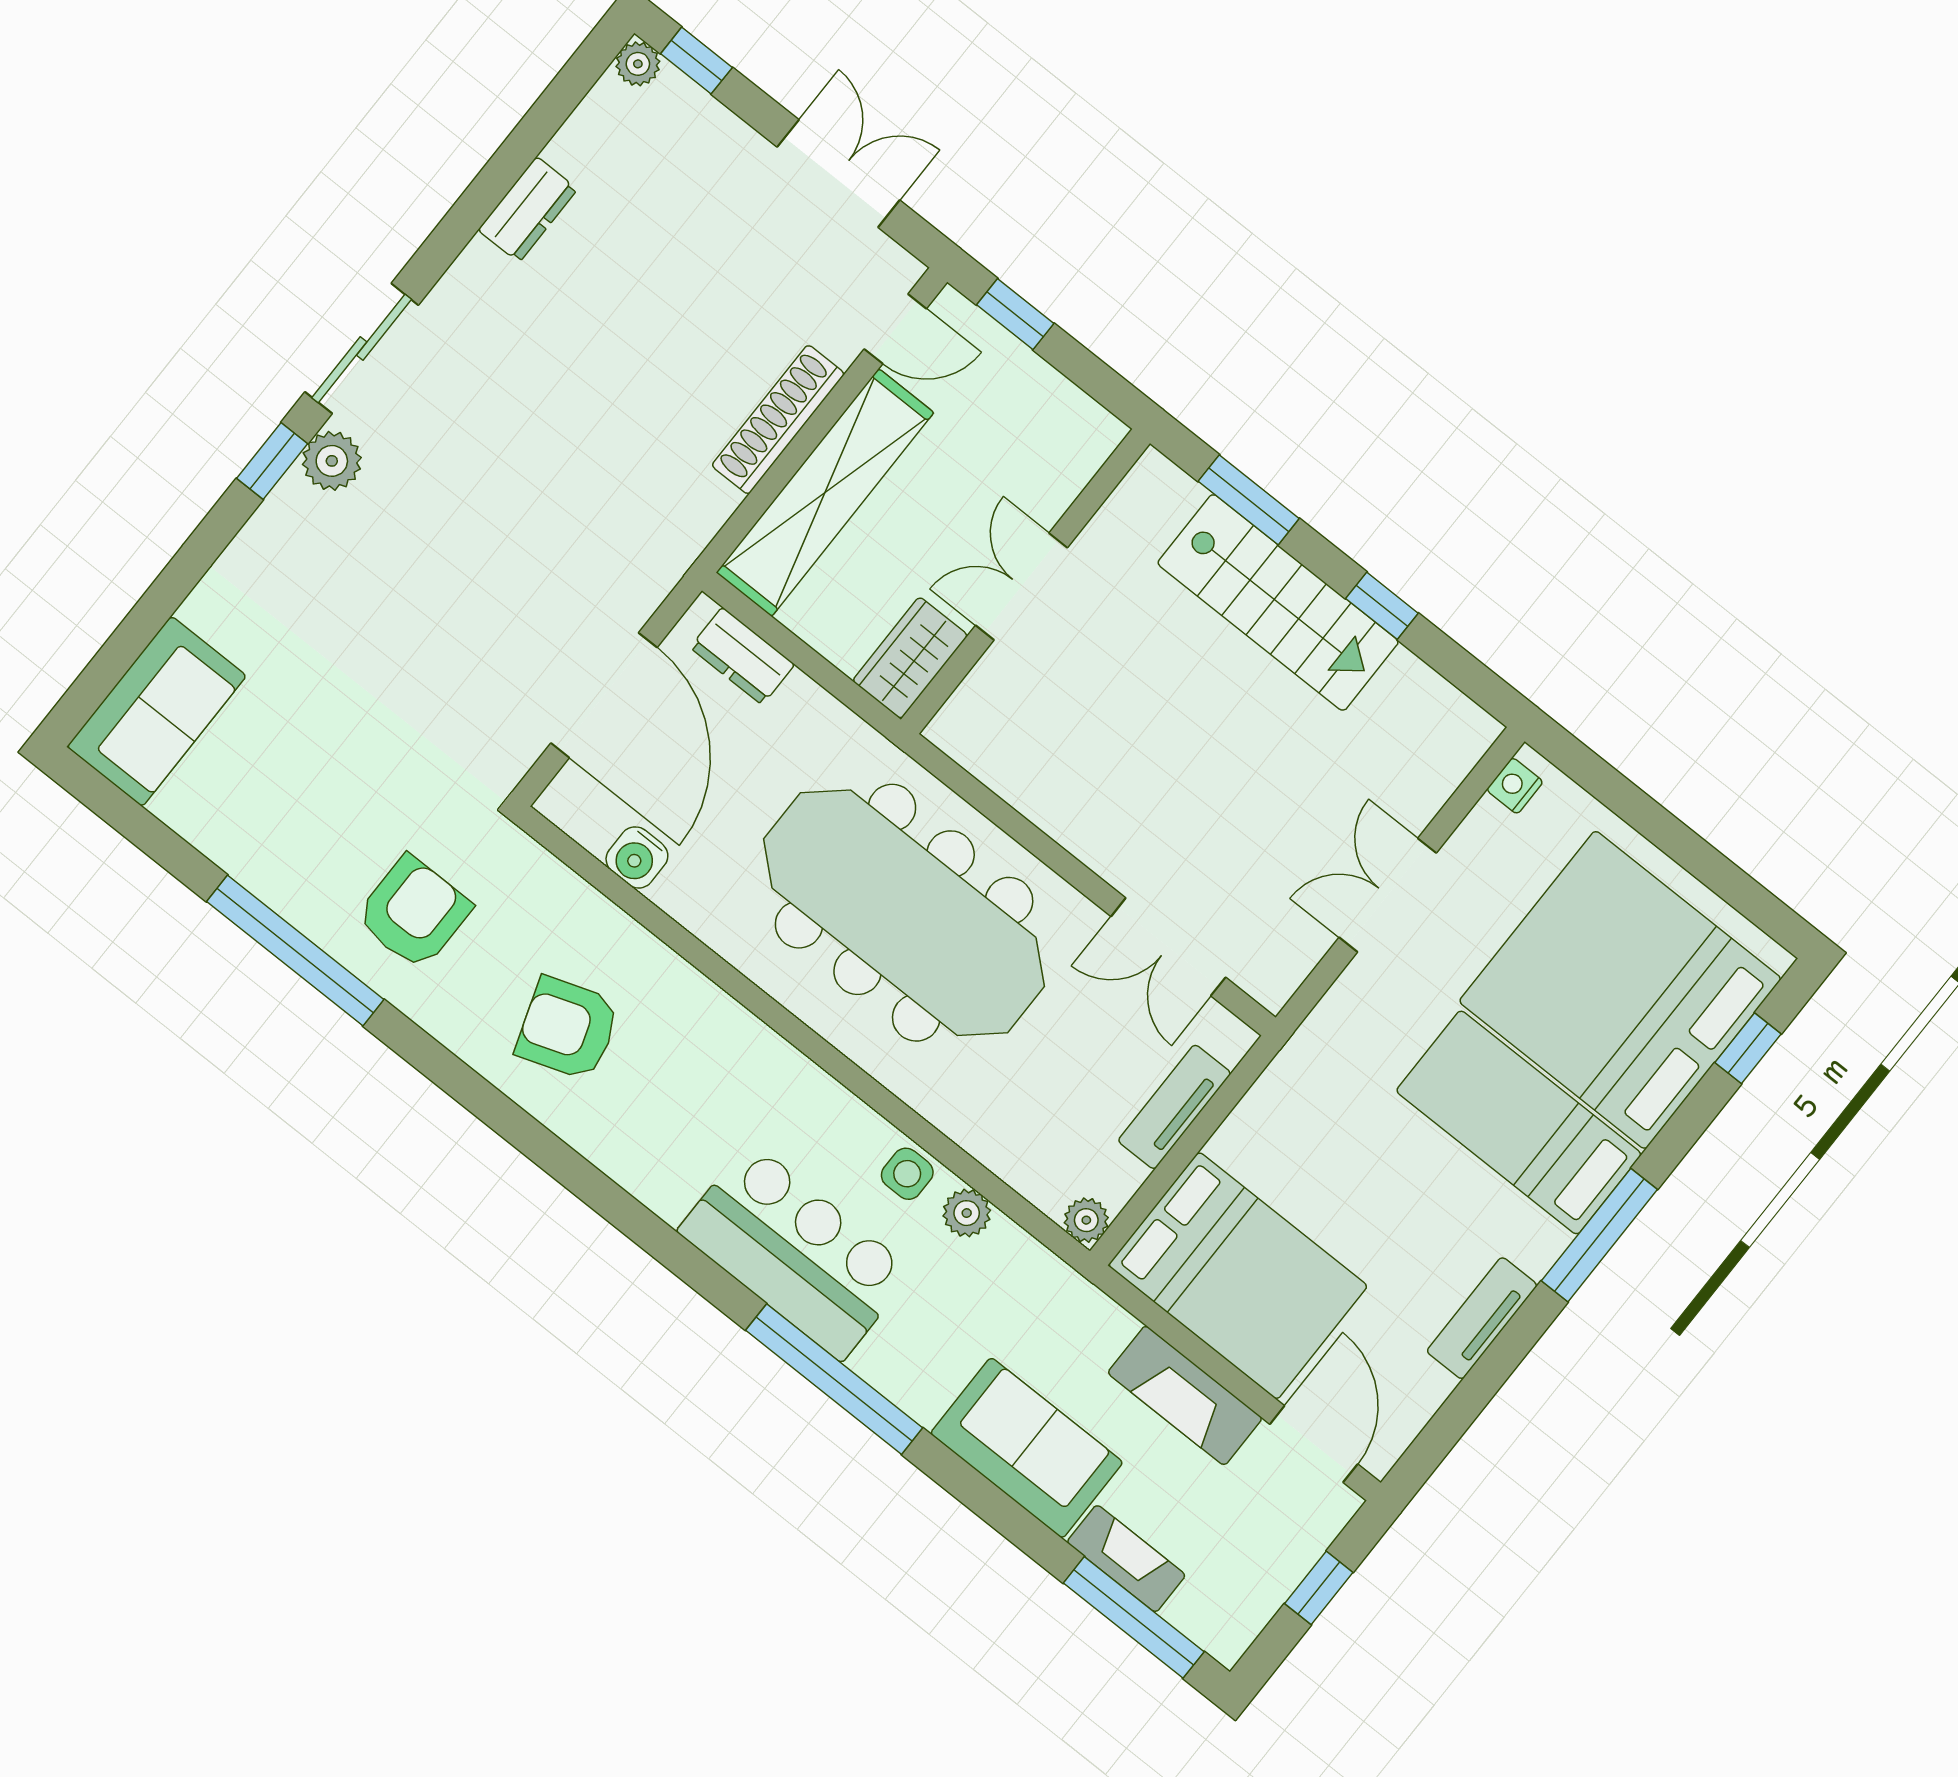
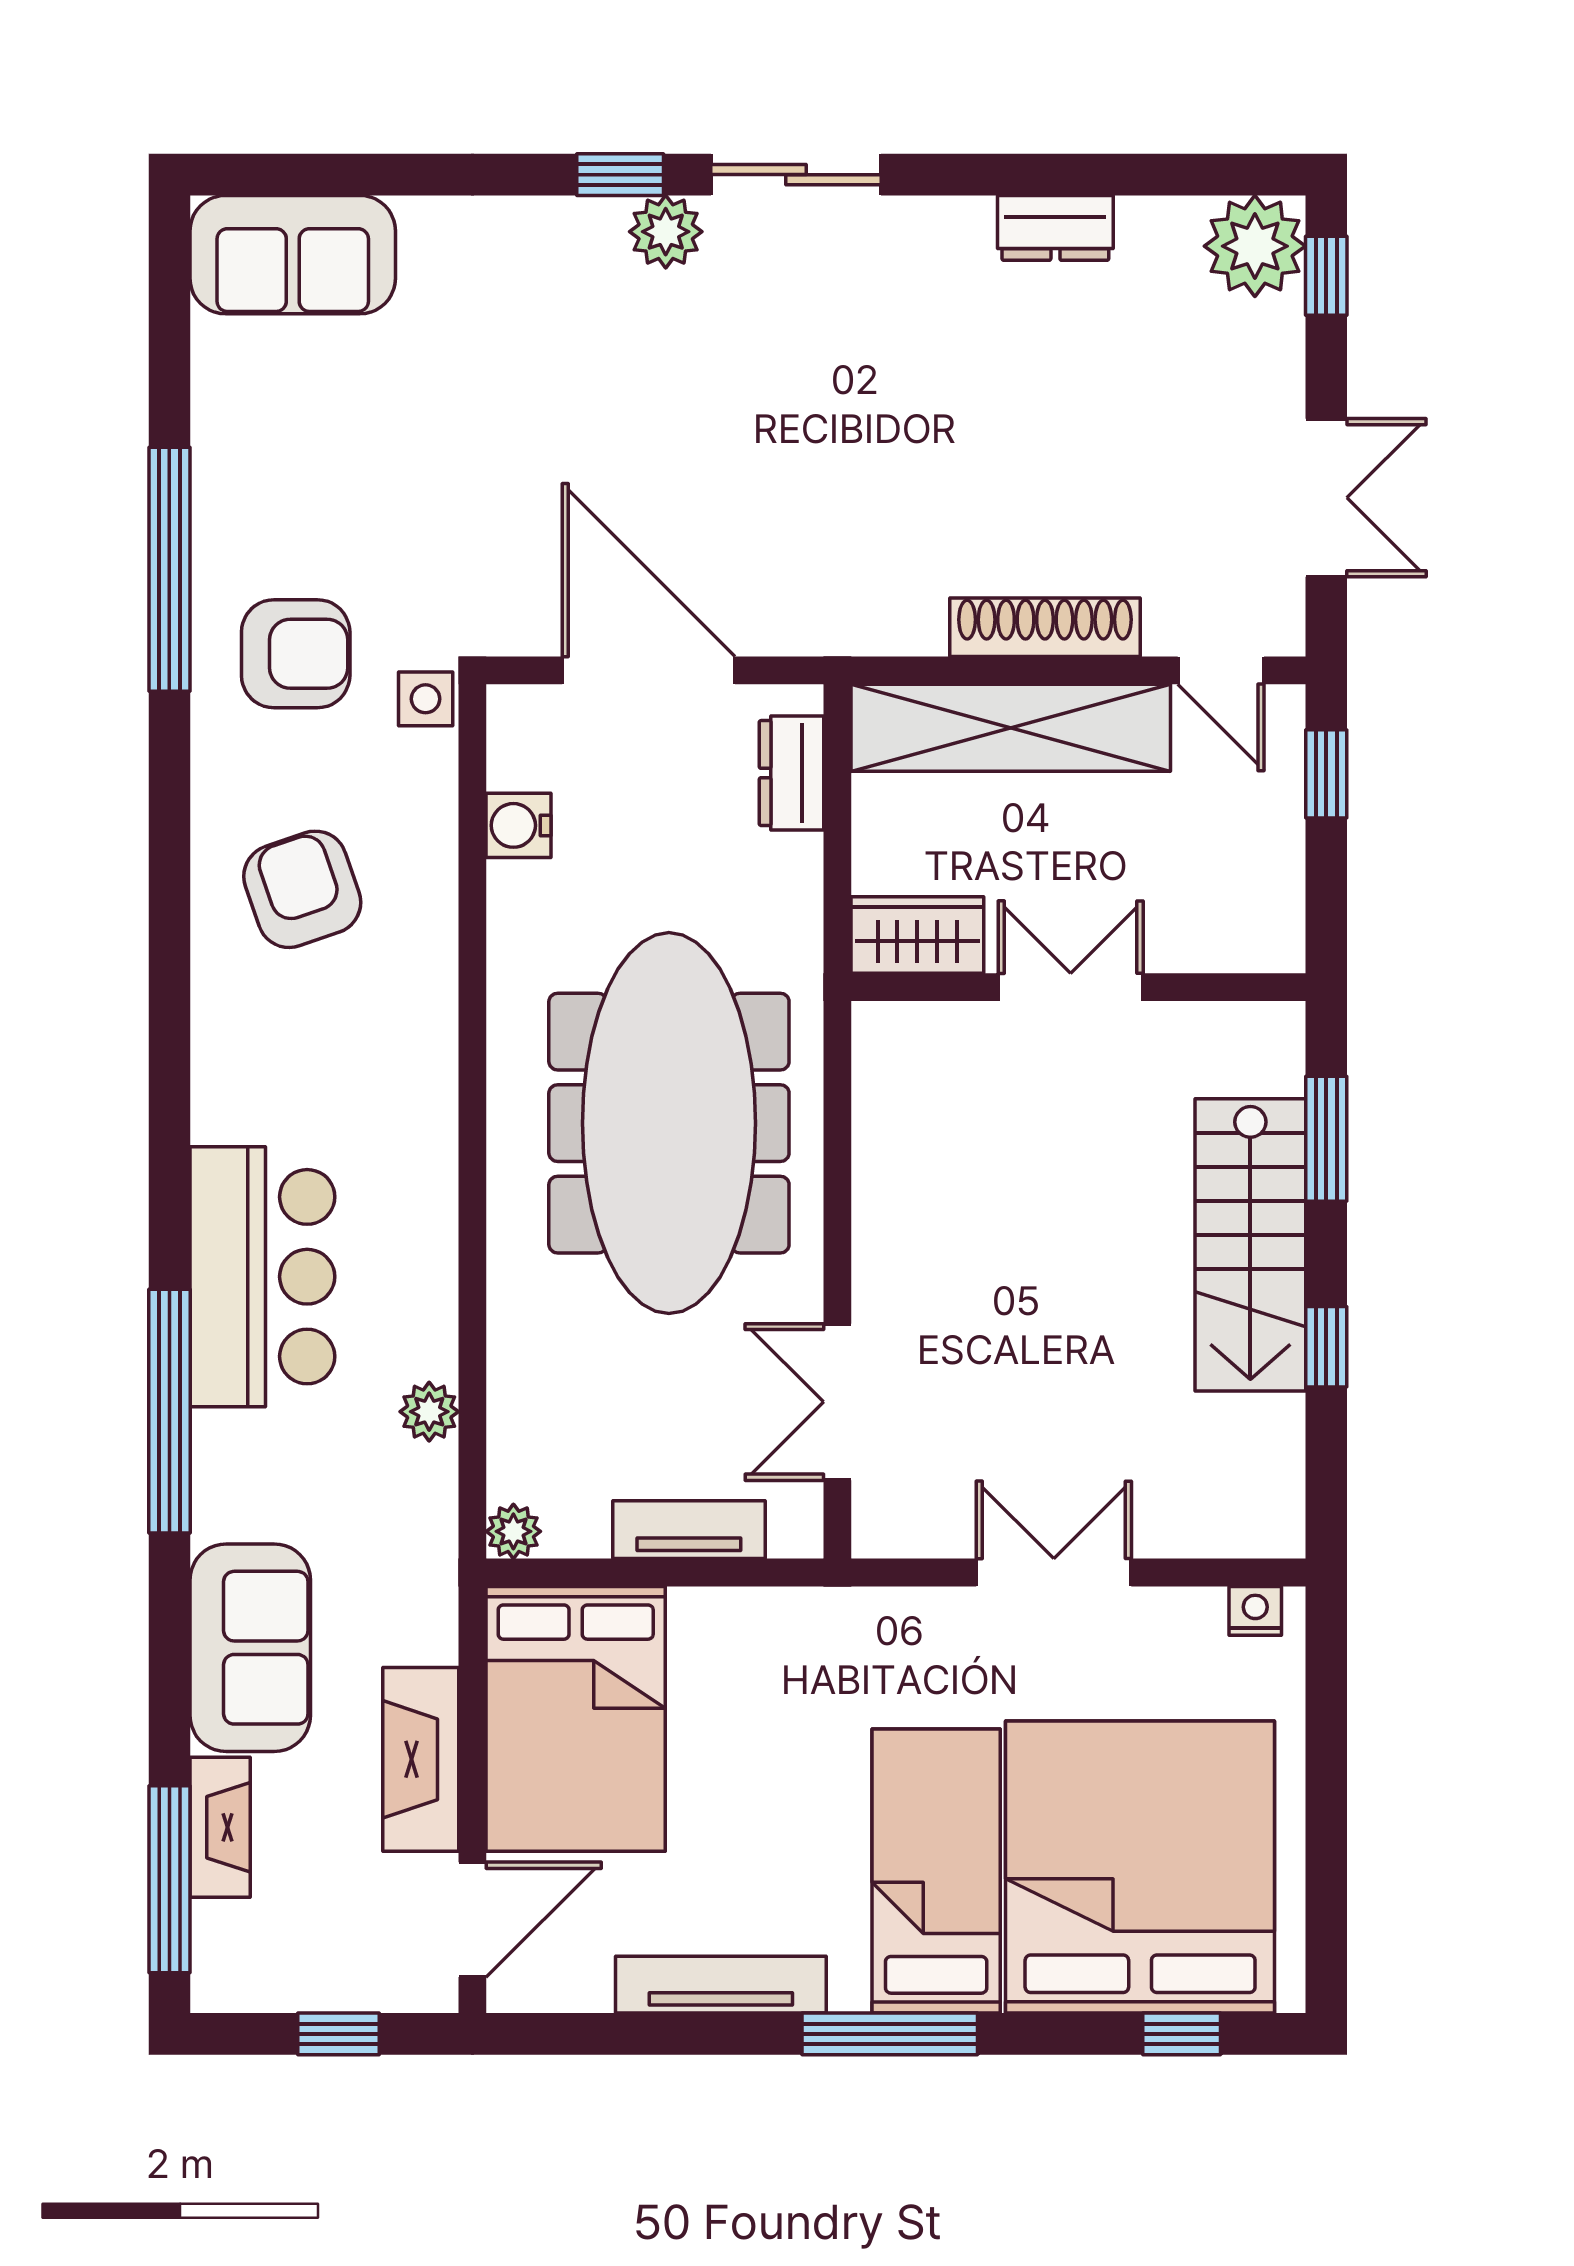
plant: (638, 64) -> (1255, 246), width x1.88, depth x1.88
door: (604, 695) -> (649, 670), swing flipped
side table: (907, 1174) -> (426, 699), moved
tv unit: (1482, 1318) -> (721, 1985), width x1.41

